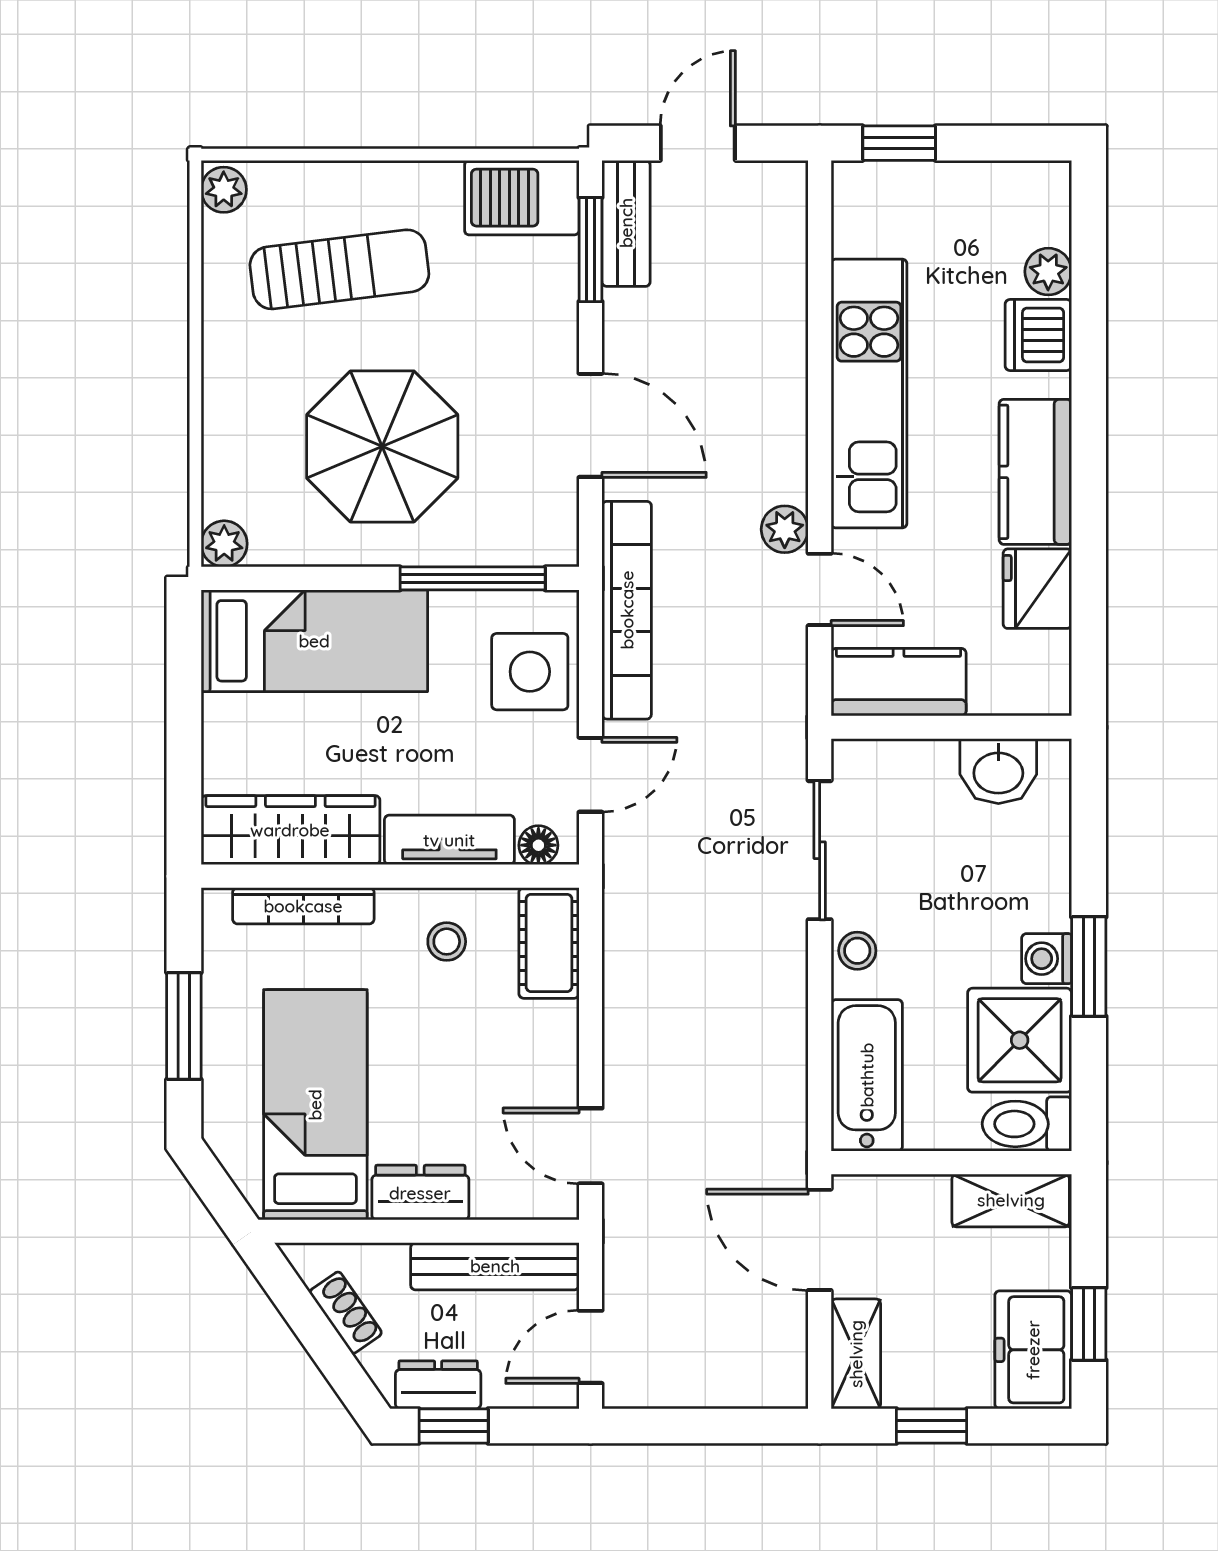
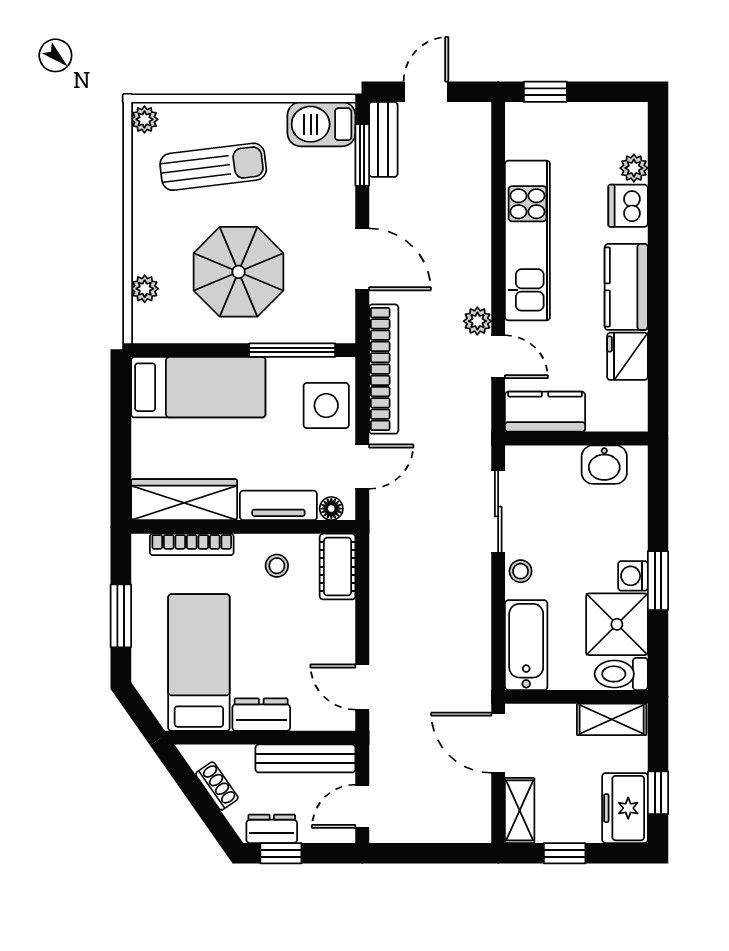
plant: (224, 544) -> (145, 289), moved

